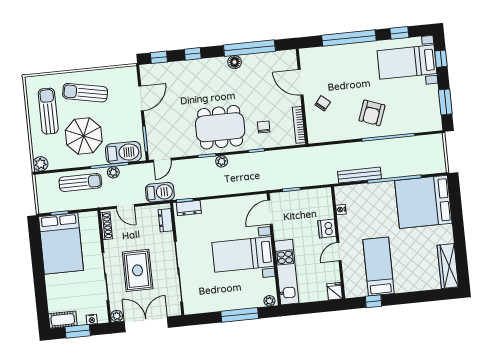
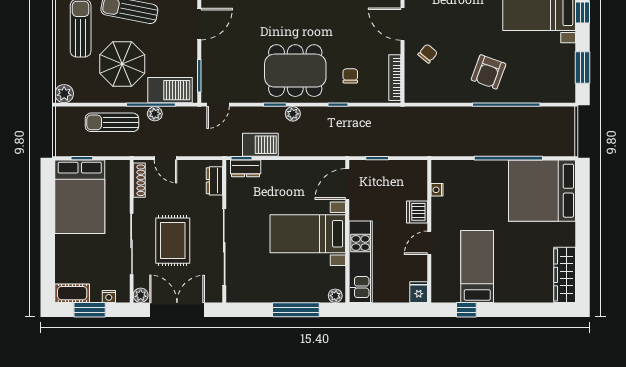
bench: (360, 175) -> (465, 149), removed
sun lounger: (80, 182) -> (112, 122), turned 180
barbecue: (160, 192) -> (260, 145), moved

